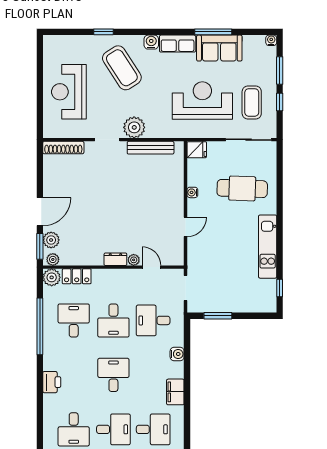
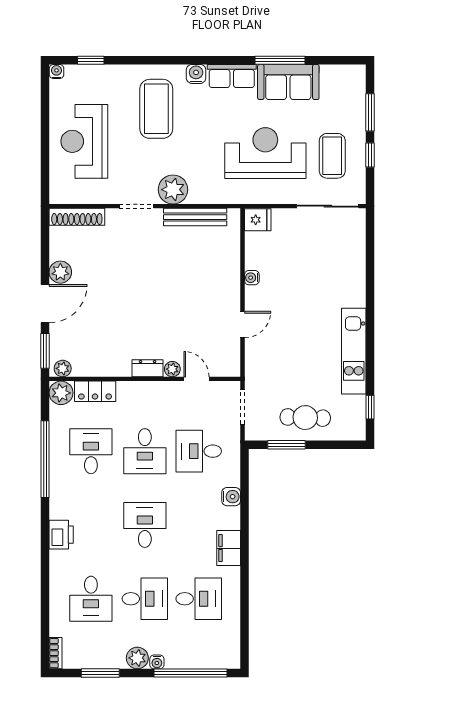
window: (103, 32) -> (91, 60), moved
water cooler: (271, 40) -> (57, 72), moved
coffee table: (122, 68) -> (156, 109), turned 33
cafe table: (242, 188) -> (305, 418), moved, width x0.73, depth x0.74
plant: (51, 240) -> (60, 272), moved

